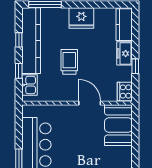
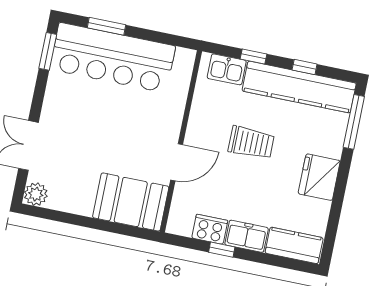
cooker: (125, 92) -> (210, 229), moved

